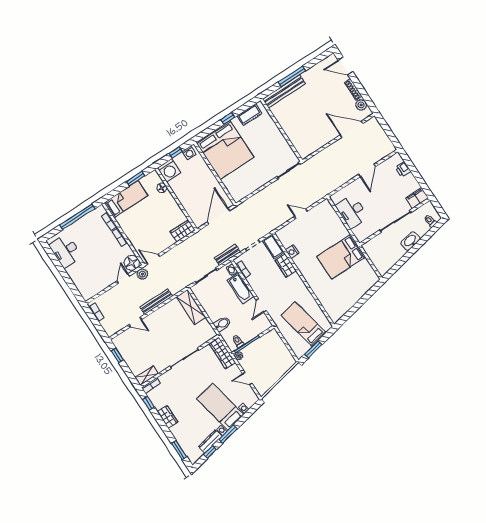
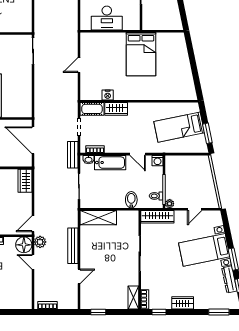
washing machine: (266, 324) -> (157, 161), added

